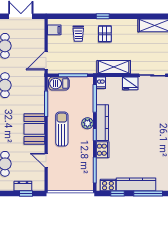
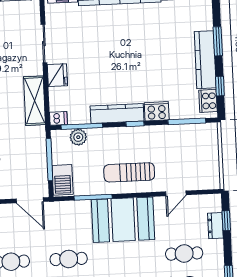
plant: (87, 123) -> (78, 137), moved
booth: (34, 129) -> (123, 220), width x1.36, depth x1.42
window: (148, 193) -> (218, 41), width x0.69

